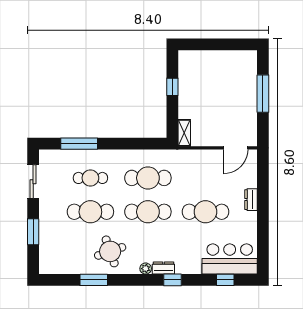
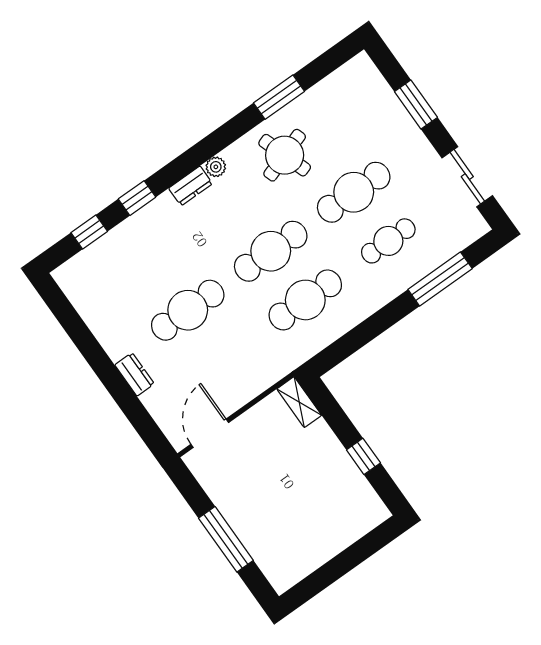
bar counter: (230, 259) -> (104, 267), removed
window: (173, 280) -> (137, 198), moved

